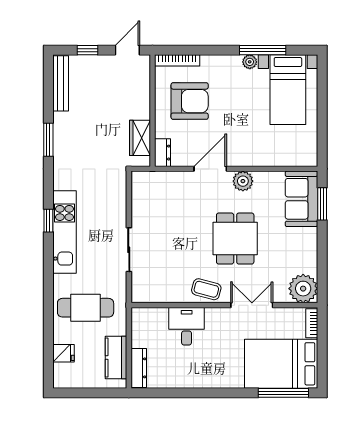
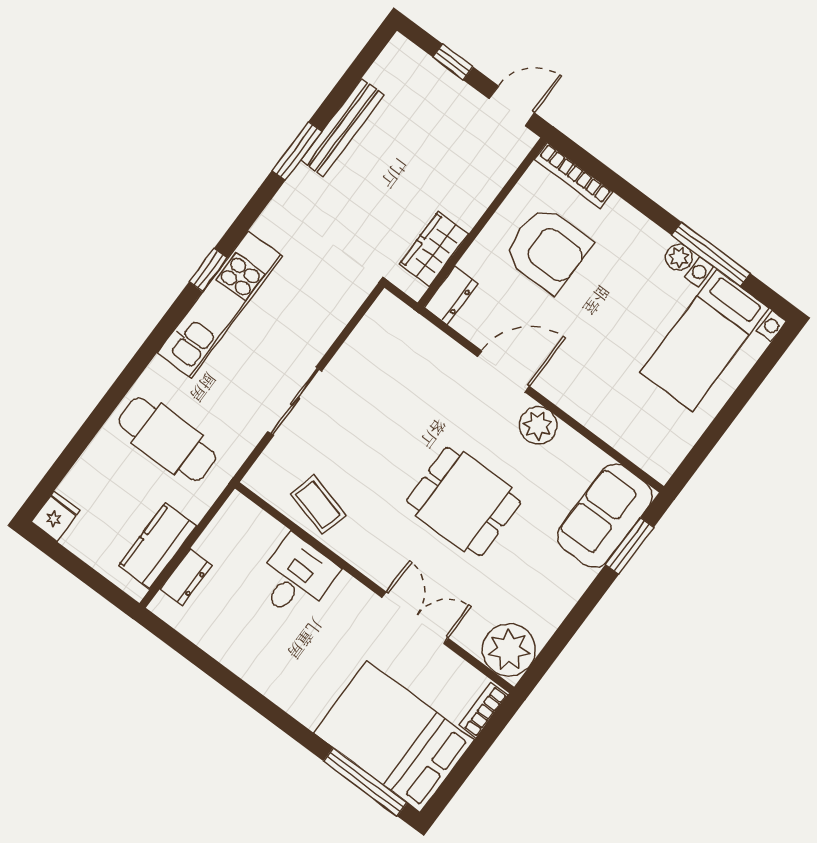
bench: (61, 83) -> (342, 128), moved
dining table: (235, 239) -> (464, 502), turned 90
coffee table: (206, 289) -> (318, 505), moved
fridge: (63, 353) -> (55, 516), moved, turned -90
dresser: (139, 368) -> (186, 577), width x0.70

